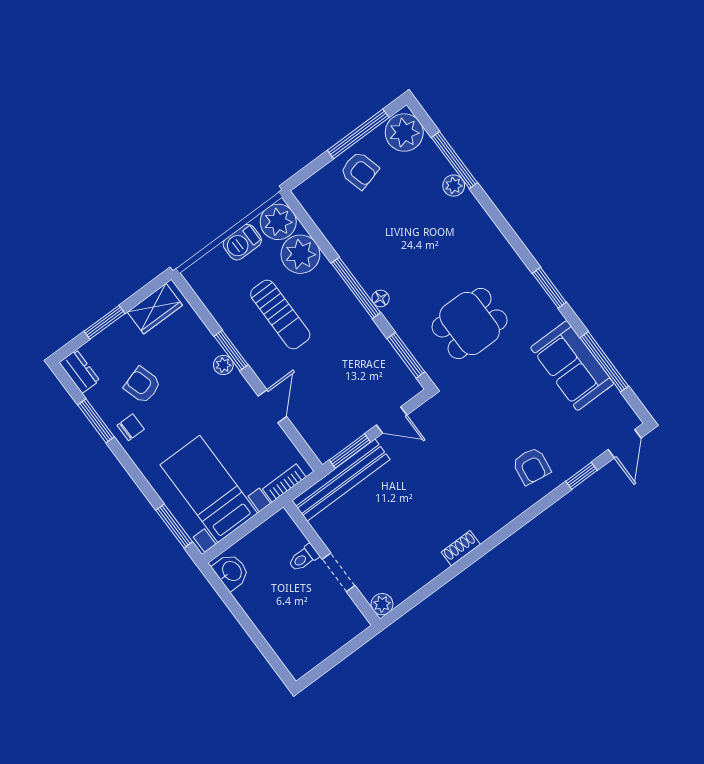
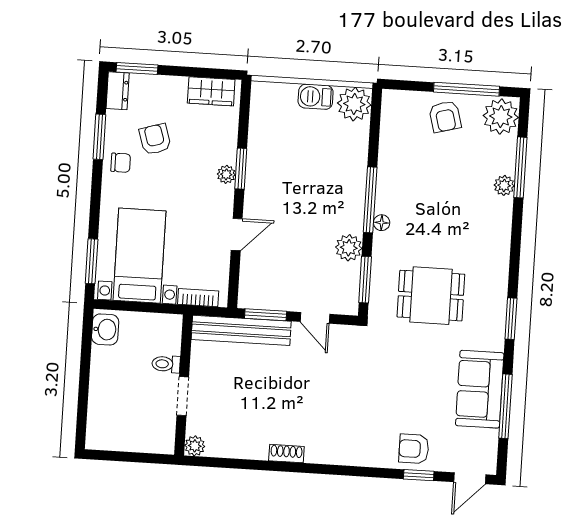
plant: (300, 254) -> (349, 248), moved, width x0.73, depth x0.73
sun lounger: (280, 315) -> (299, 173), removed
window: (105, 322) -> (137, 68), moved
armchair: (531, 466) -> (414, 449), moved, turned 82

